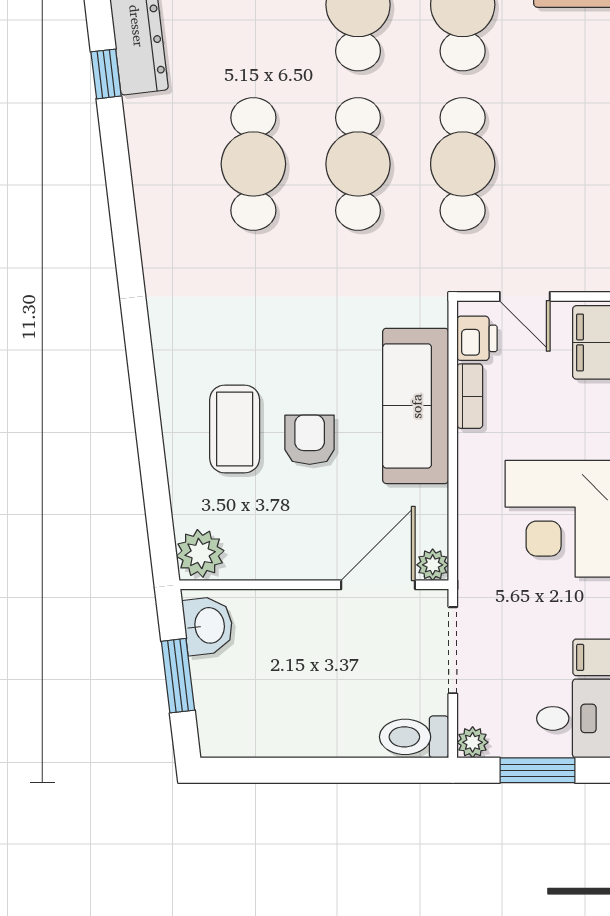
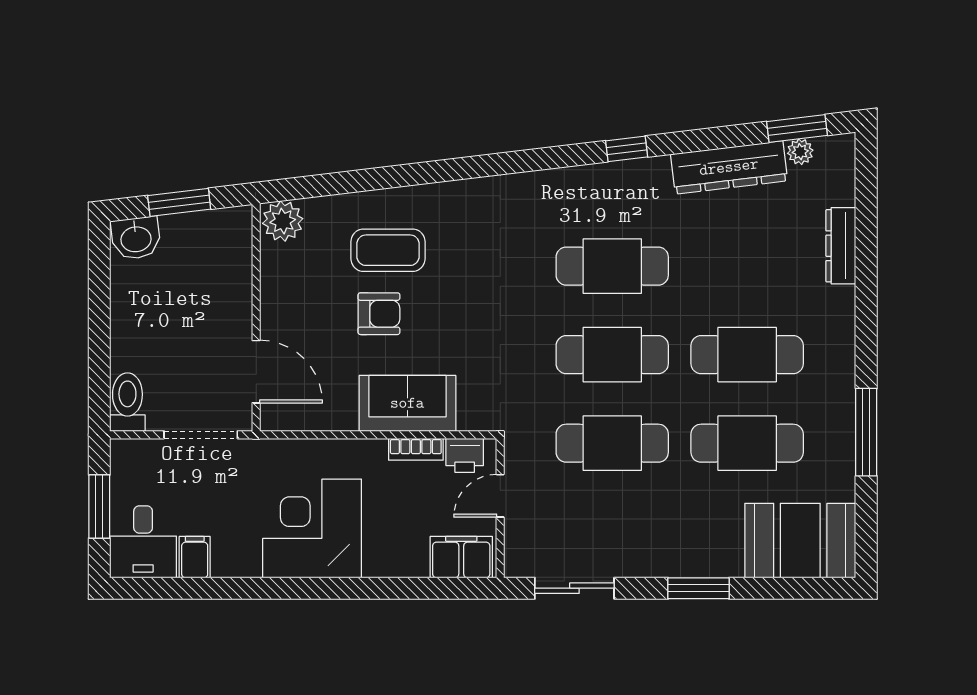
window: (106, 74) -> (627, 149), moved
sofa: (416, 406) -> (407, 403), width x0.73
plant: (433, 565) -> (273, 418), removed
washbasin: (208, 626) -> (136, 238), moved
plant: (473, 742) -> (123, 452), removed

